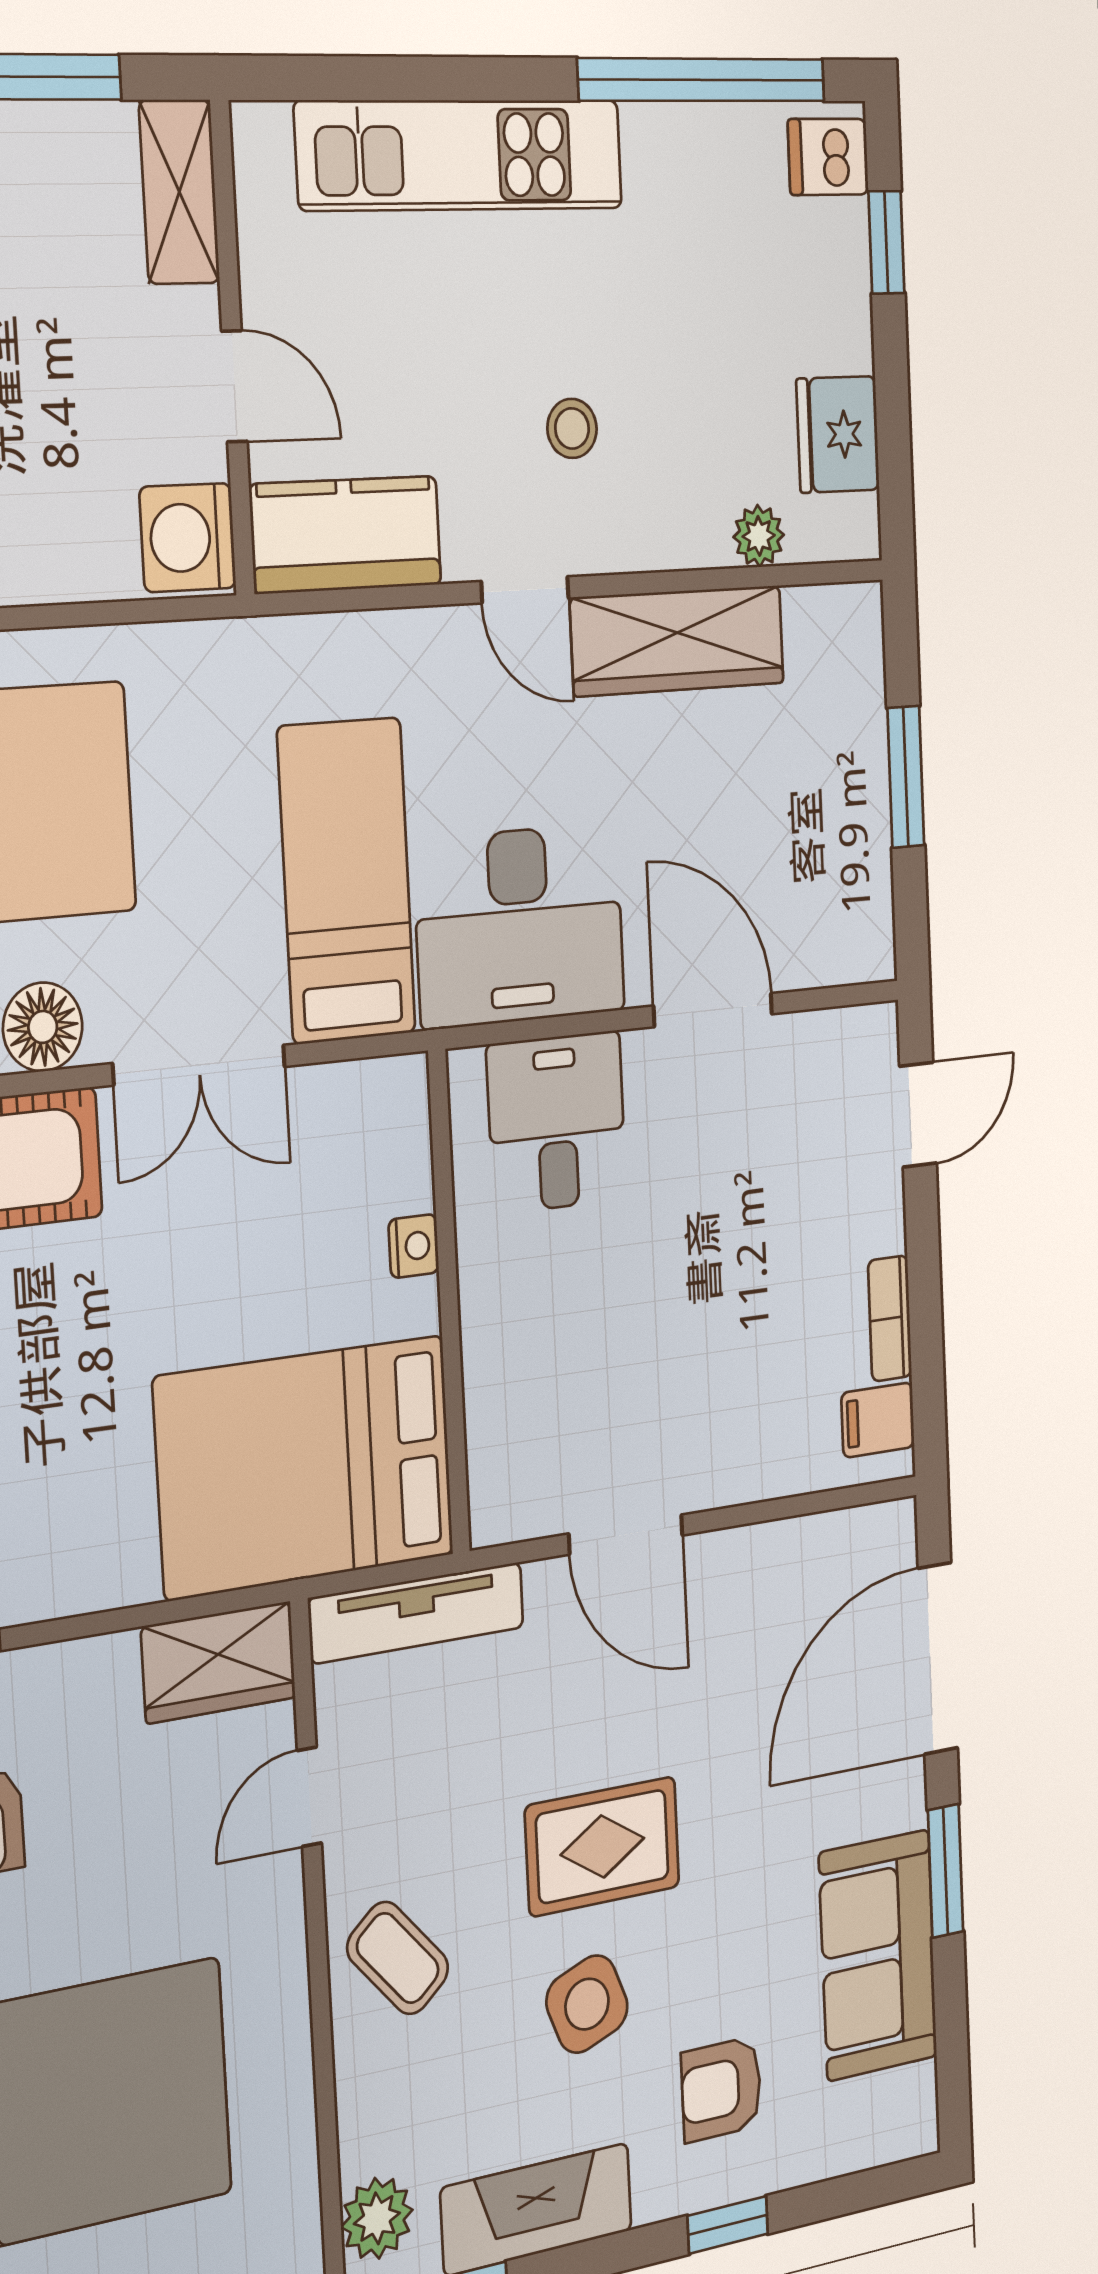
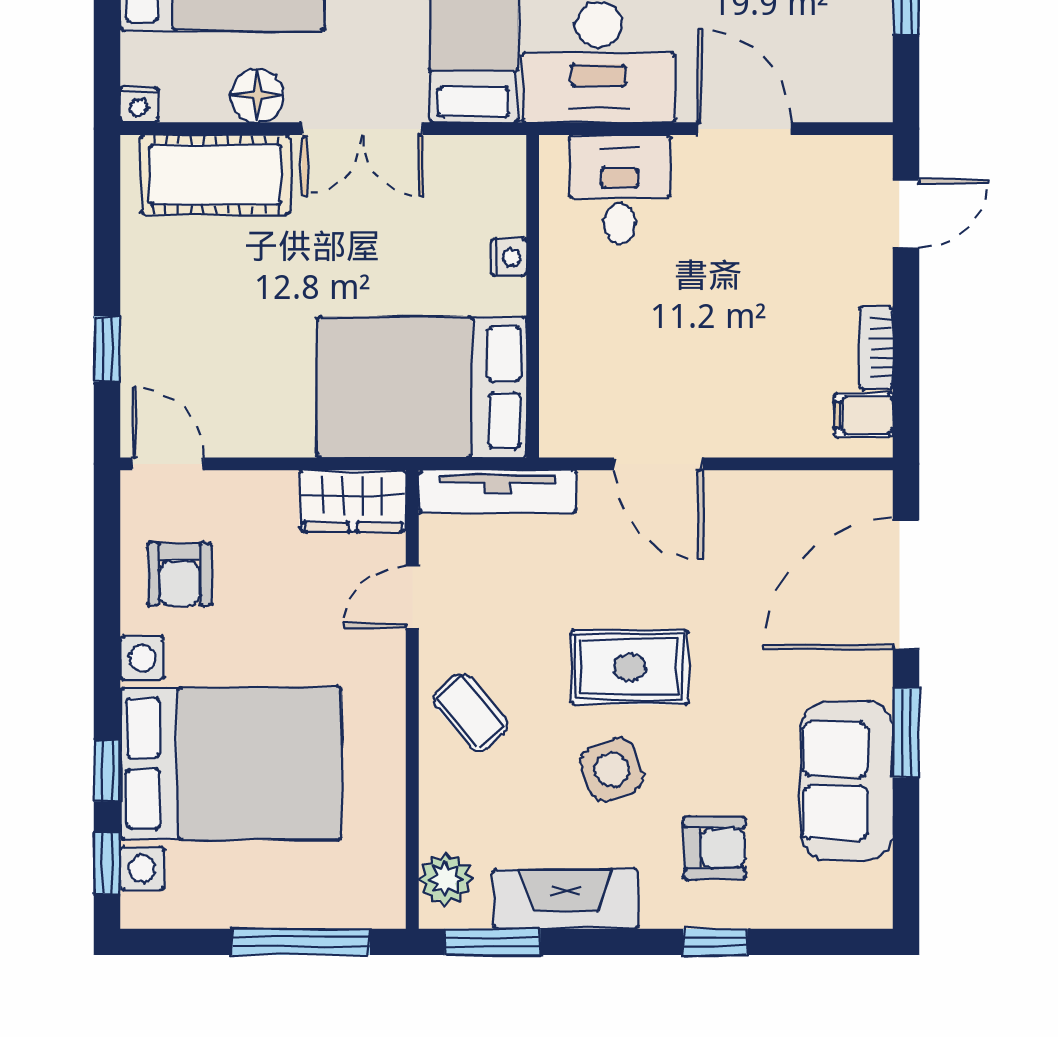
armchair: (721, 2089) -> (715, 848), turned 180

